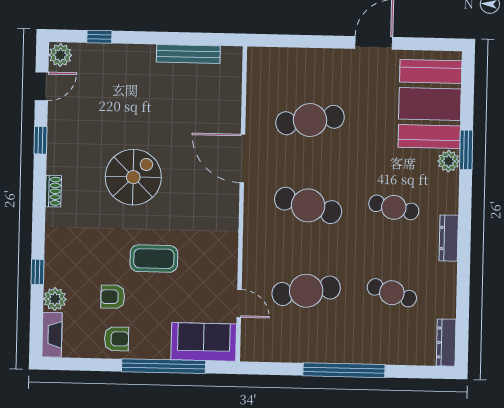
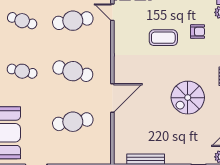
door: (242, 158) -> (112, 98), hinge flipped
spiral stairs: (133, 177) -> (188, 98), moved
armchair: (113, 297) -> (198, 32), moved

